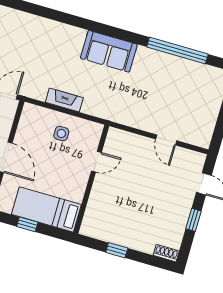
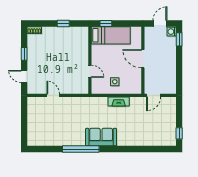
window: (177, 50) -> (81, 149), moved
door: (96, 162) -> (90, 71), swing flipped
window: (27, 224) -> (106, 24), moved

